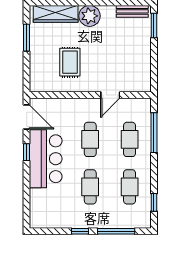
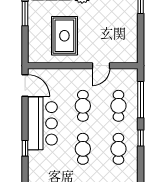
rug: (70, 62) -> (64, 36), width x1.36, depth x1.43
window: (27, 152) -> (25, 148), moved
window: (154, 202) -> (141, 138), moved

